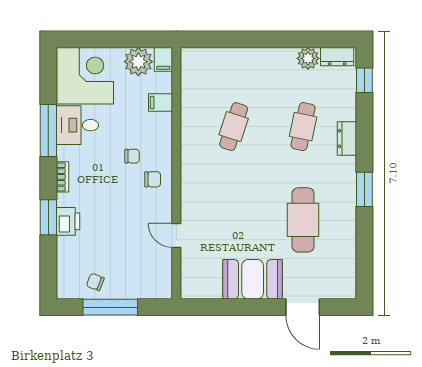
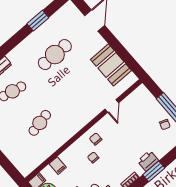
cafe table: (234, 127) -> (40, 123), turned -30
window: (364, 189) -> (38, 21), moved
booth: (253, 279) -> (111, 65), moved

